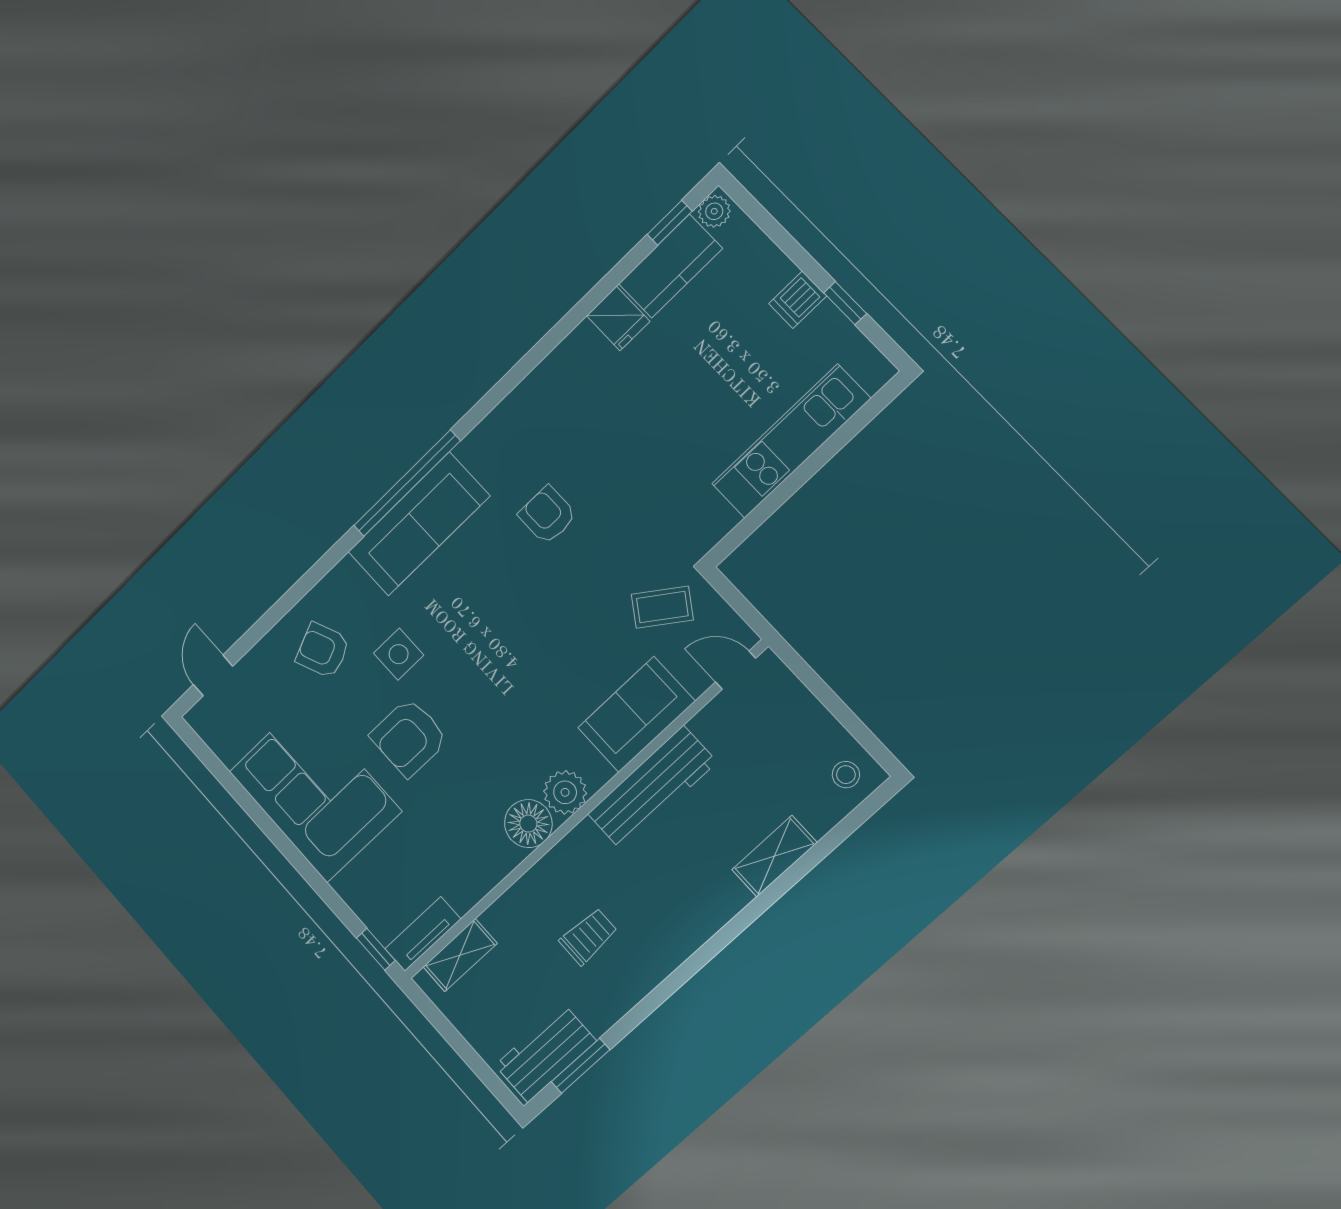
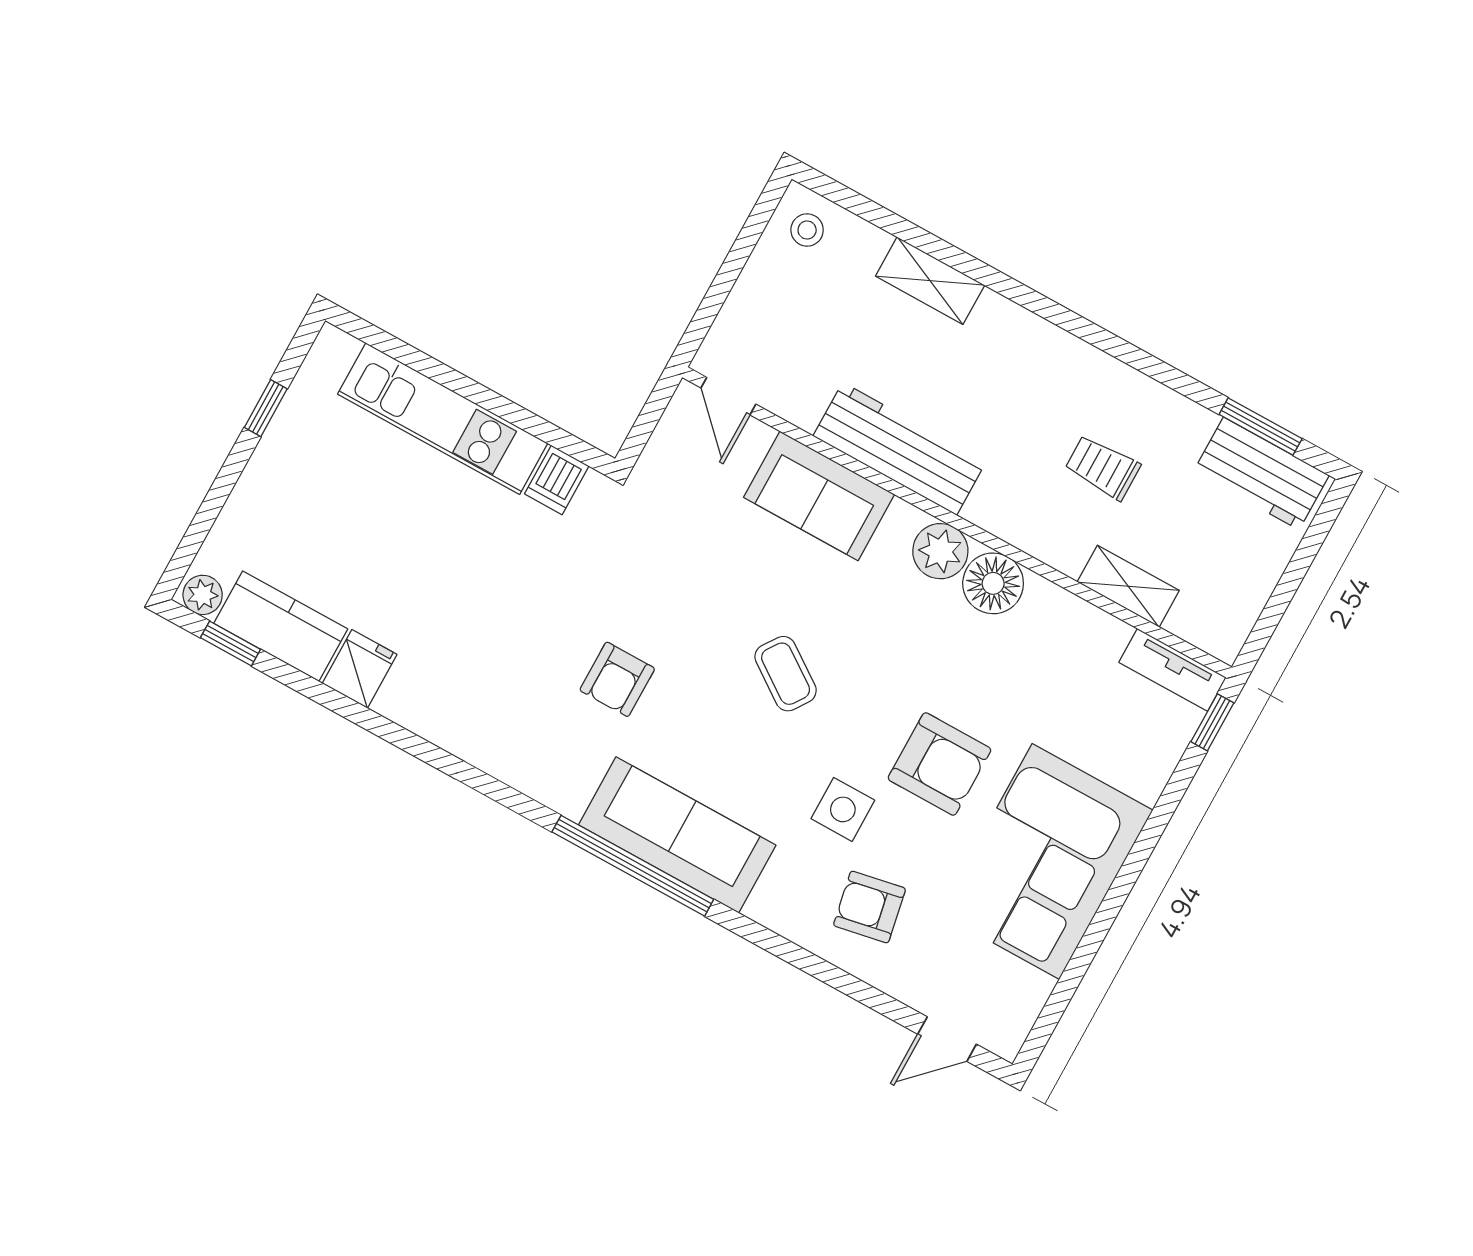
dishwasher: (798, 300) -> (557, 480), moved, turned 90
coffee table: (662, 607) -> (786, 674), moved
armchair: (323, 650) -> (870, 907), turned 102
shelving: (460, 955) -> (1128, 586), moved

